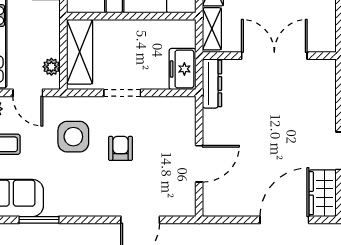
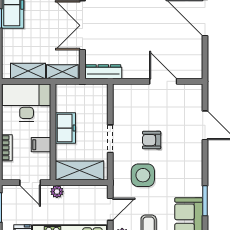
plant: (51, 67) -> (57, 192), moved
freezer: (183, 69) -> (65, 128), moved, turned -90

